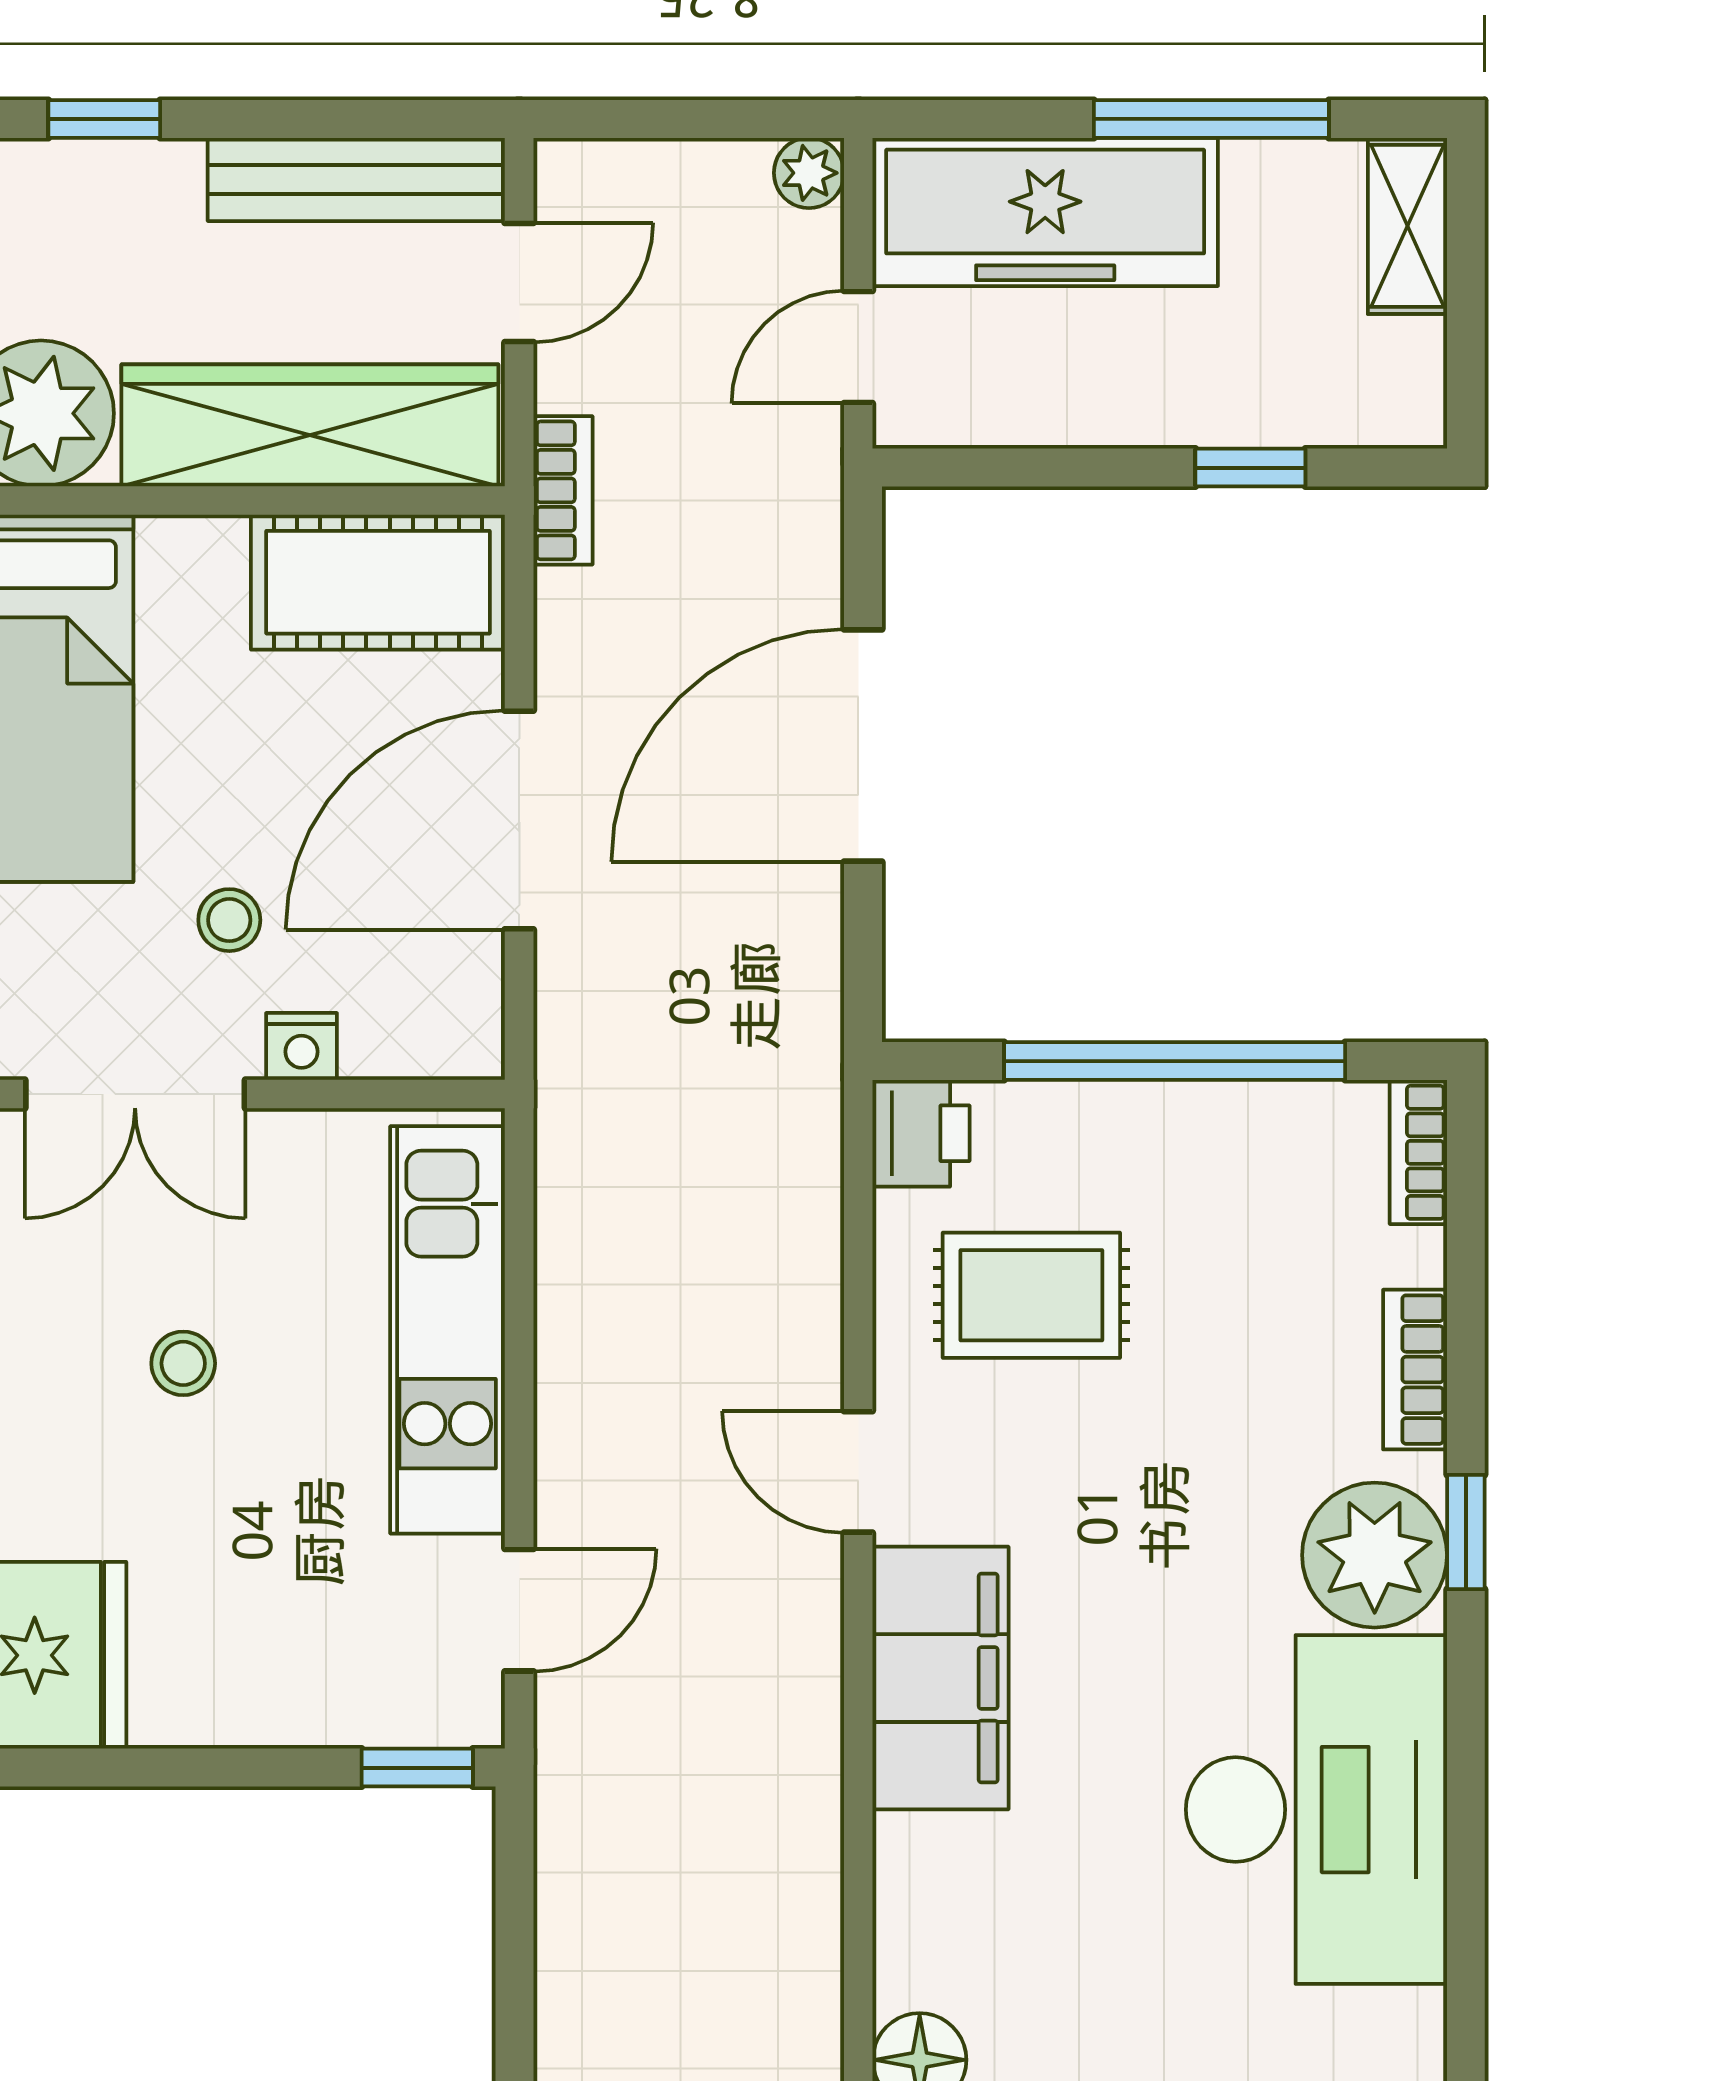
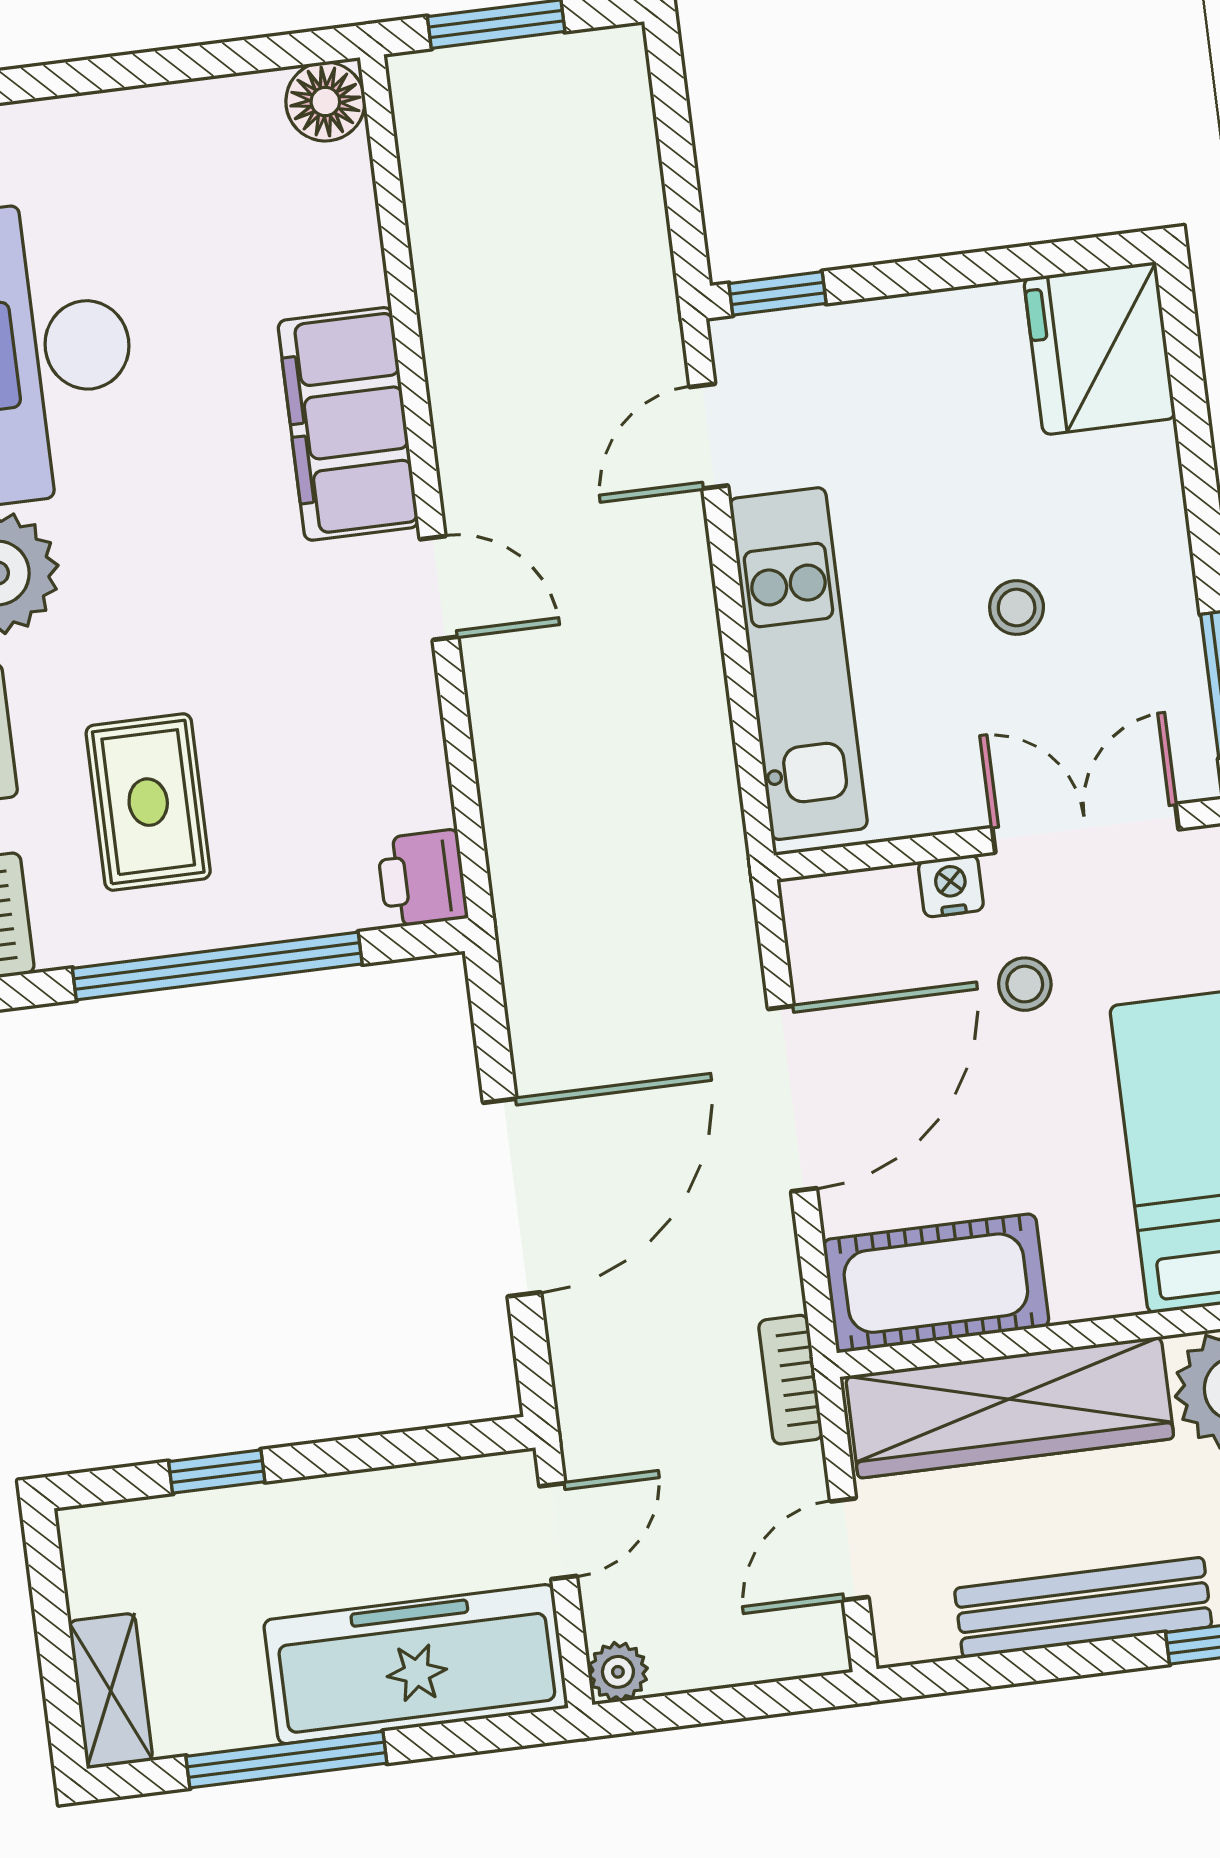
bench: (356, 179) -> (1083, 1608), moved
rug: (1031, 1295) -> (148, 802), moved, turned 90

